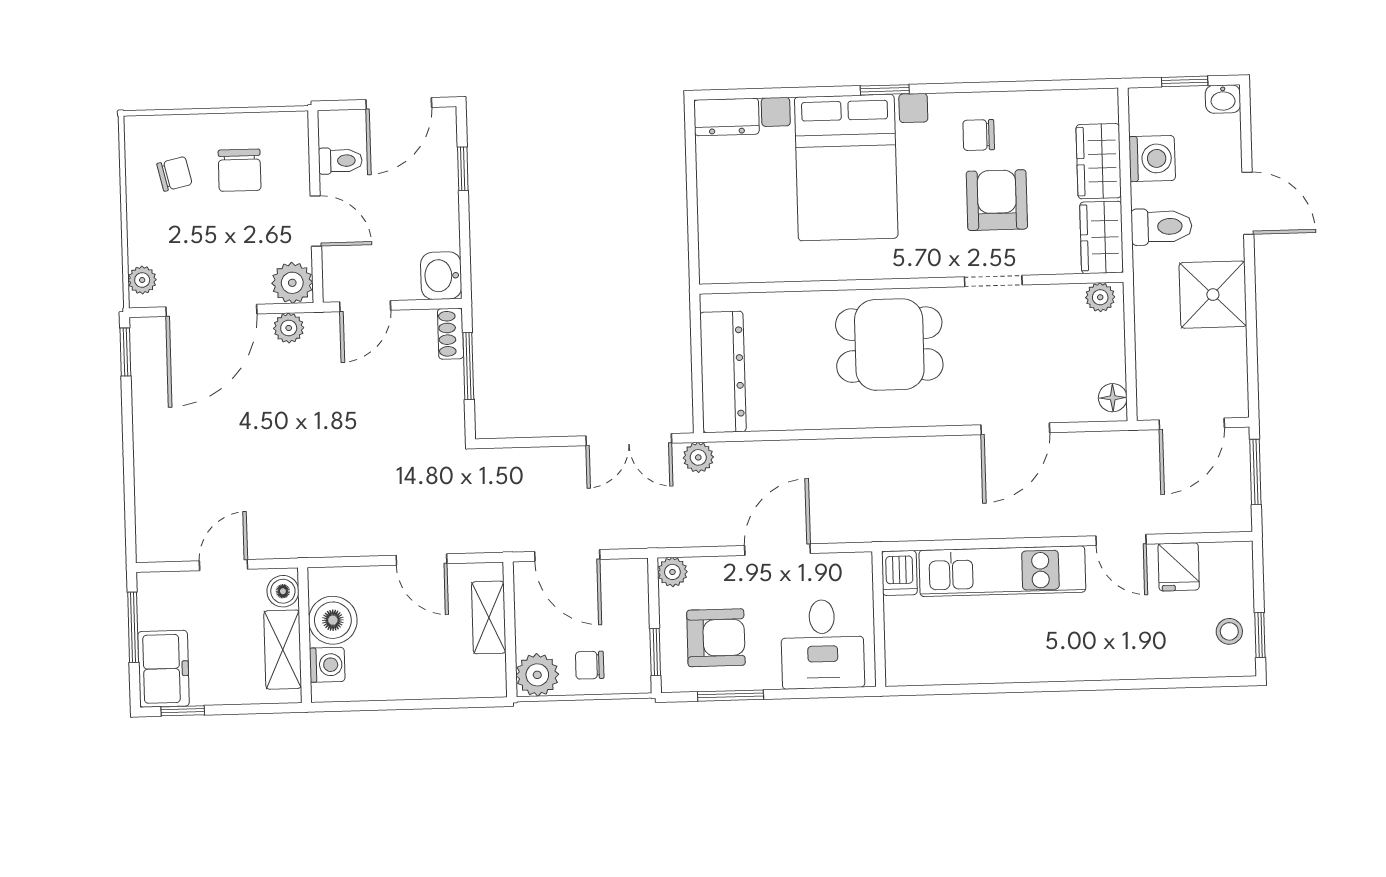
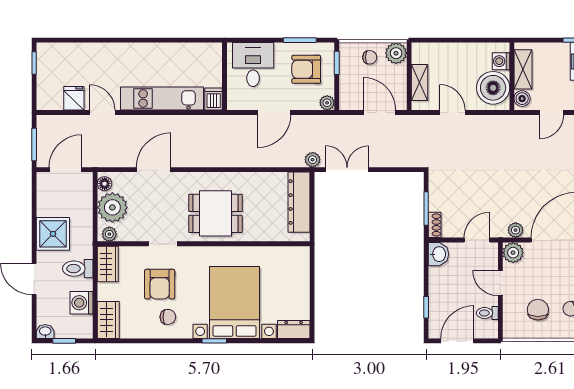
wardrobe: (1099, 161) -> (108, 320), moved
plant: (1096, 351) -> (112, 207), added
boiler: (333, 620) -> (493, 88), width x1.37, depth x1.37
stool: (1229, 631) -> (49, 65), removed

